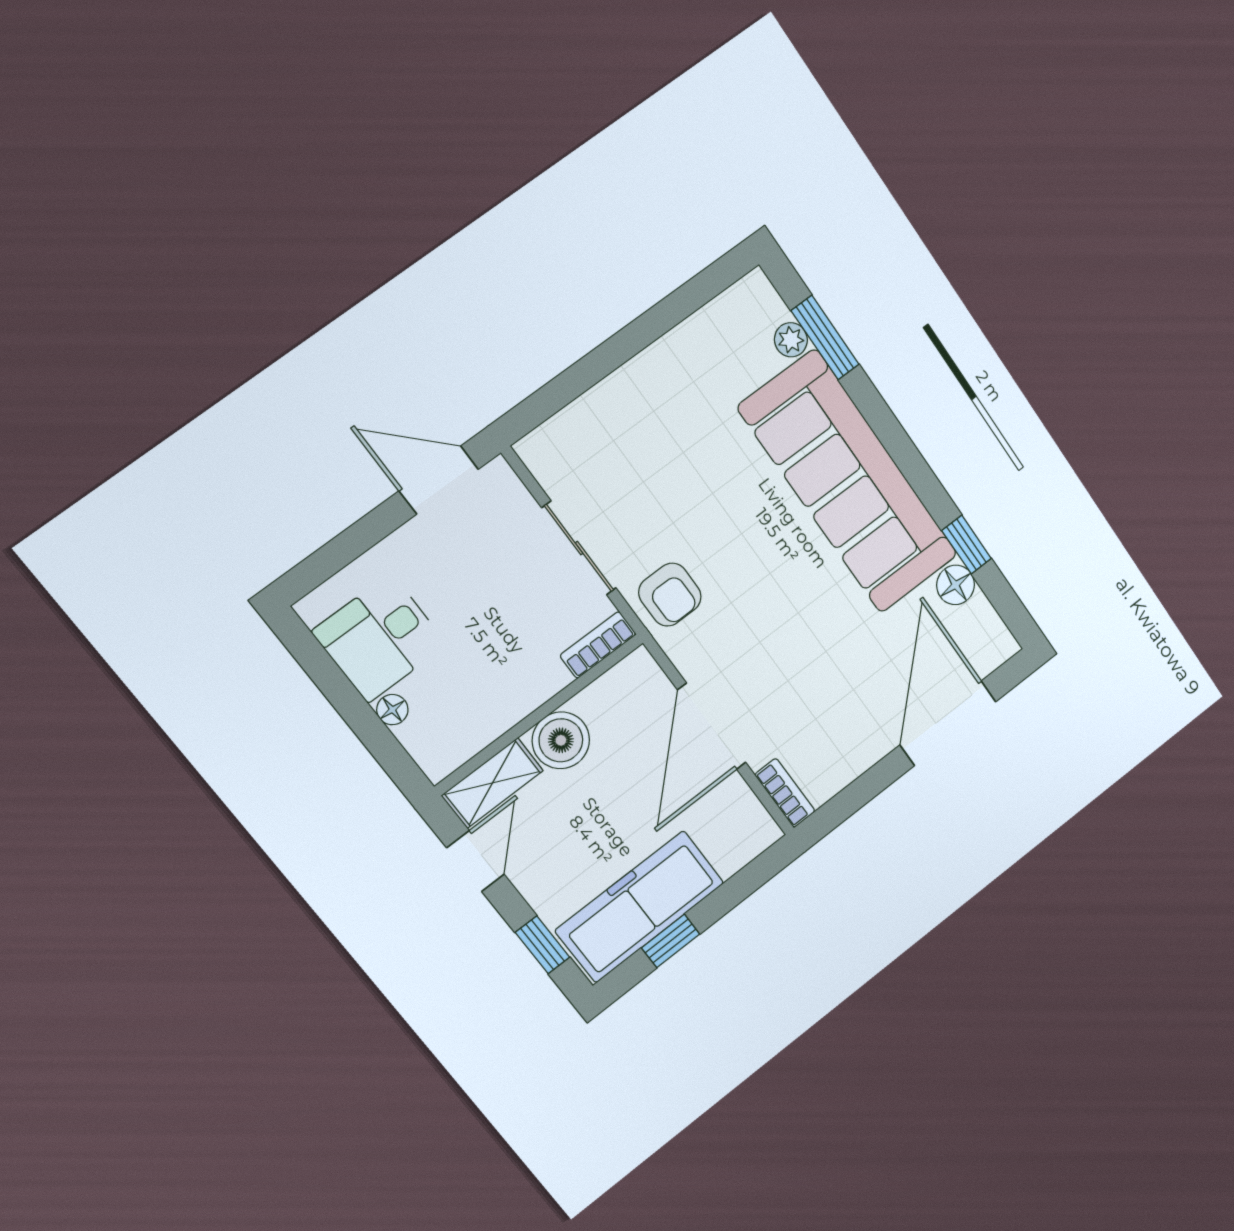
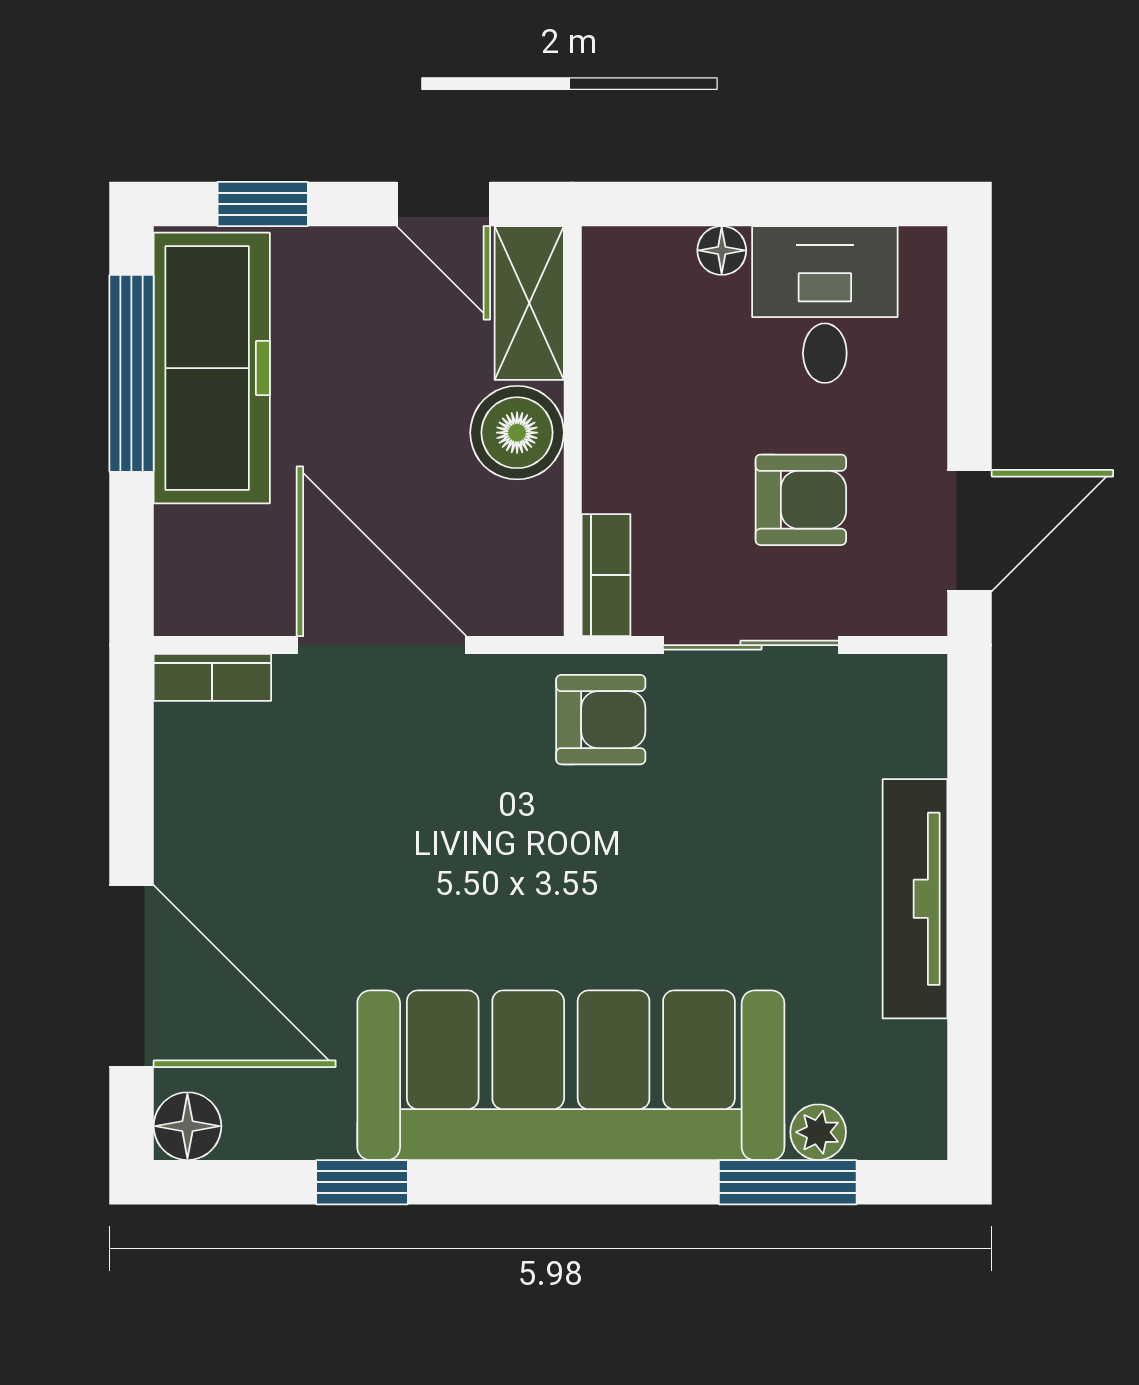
tv unit: (644, 373) -> (915, 899), added
armchair: (488, 577) -> (801, 500), added
floor lamp: (956, 585) -> (187, 1126), moved
armchair: (670, 595) -> (601, 720), turned 180
window: (671, 941) -> (131, 373), width x2.17

